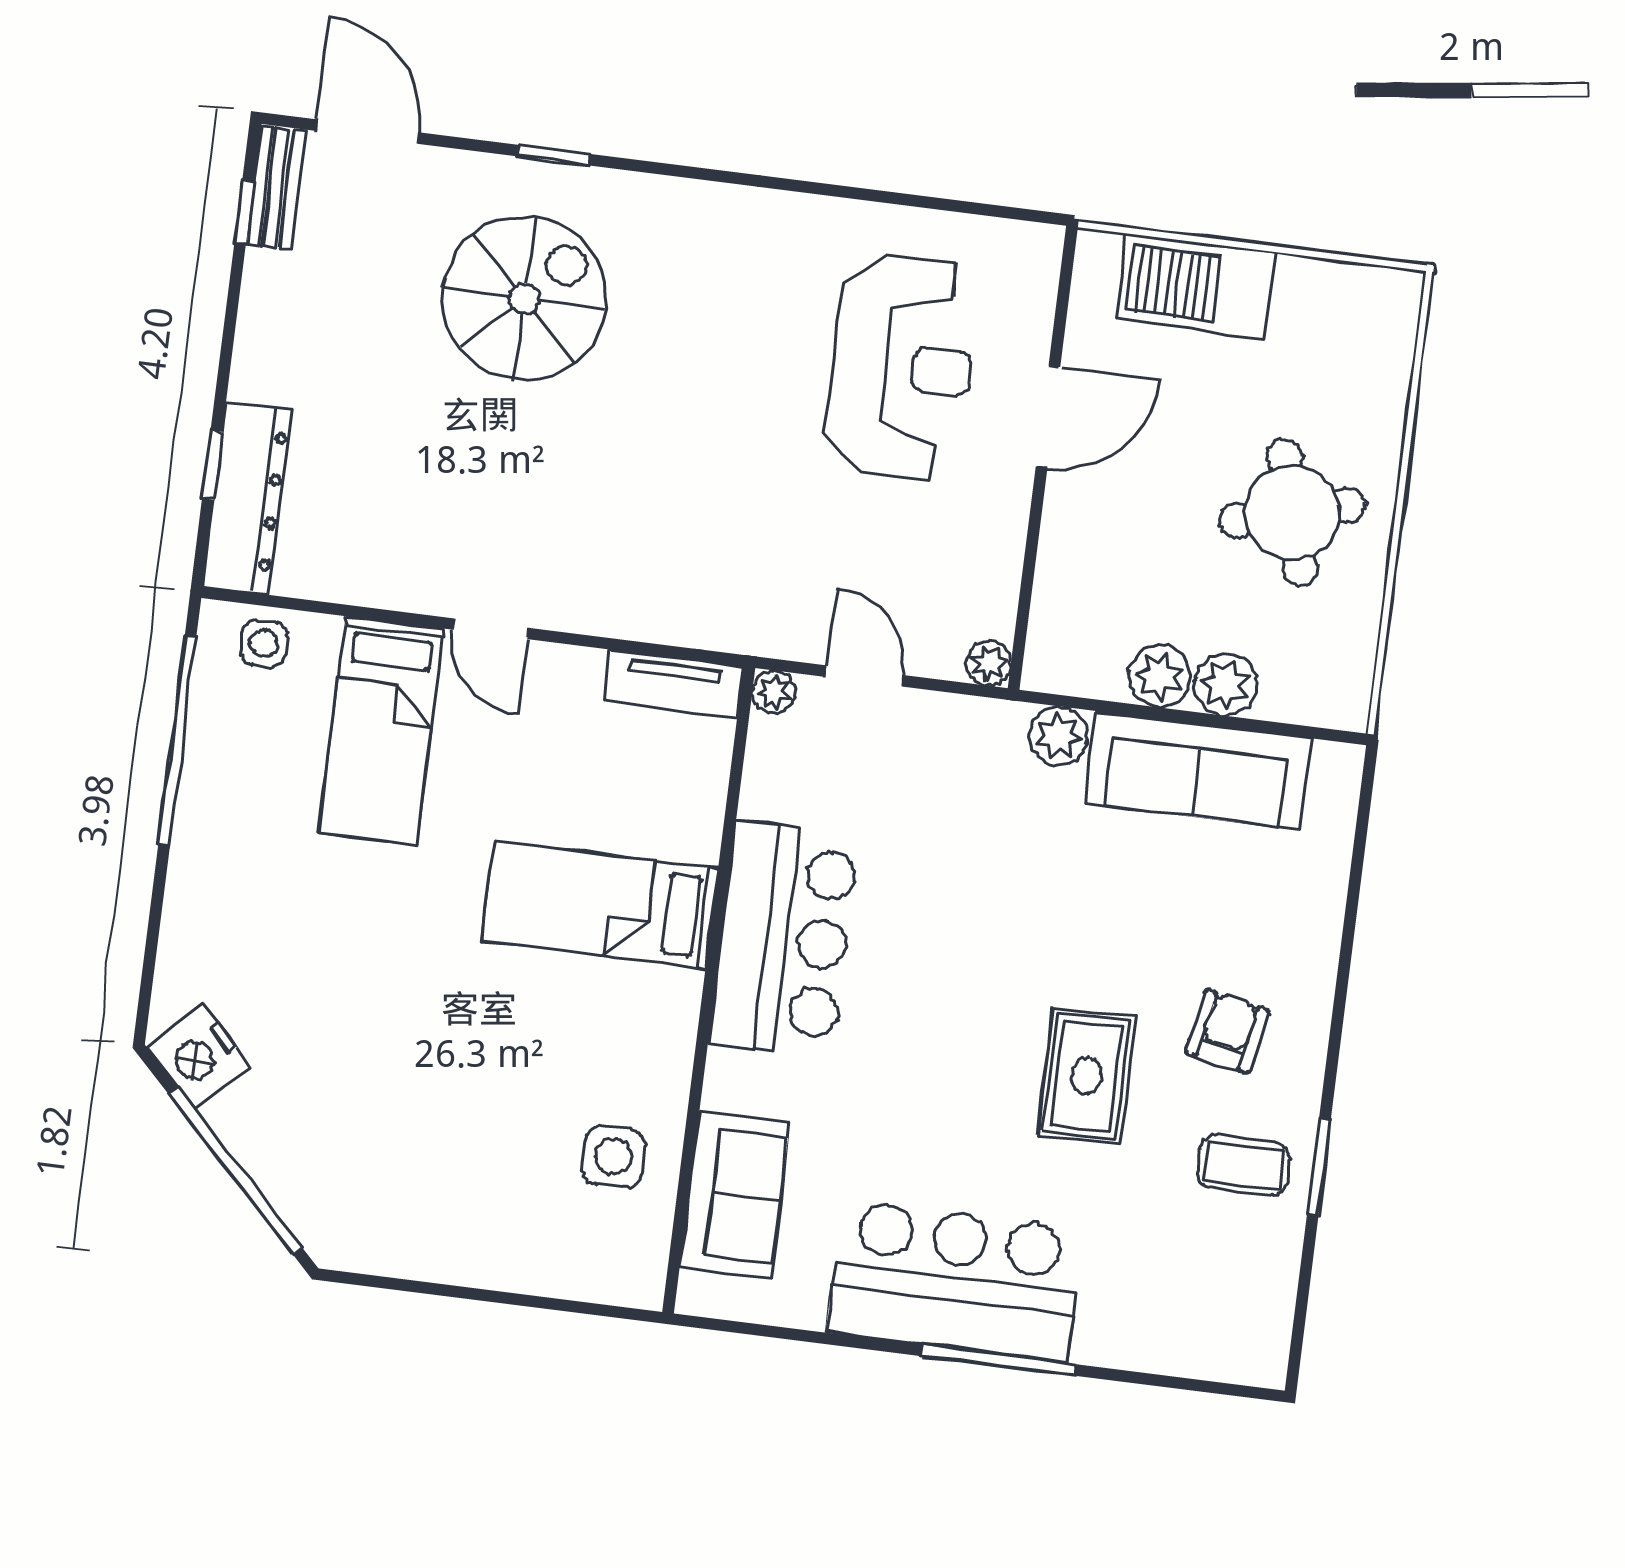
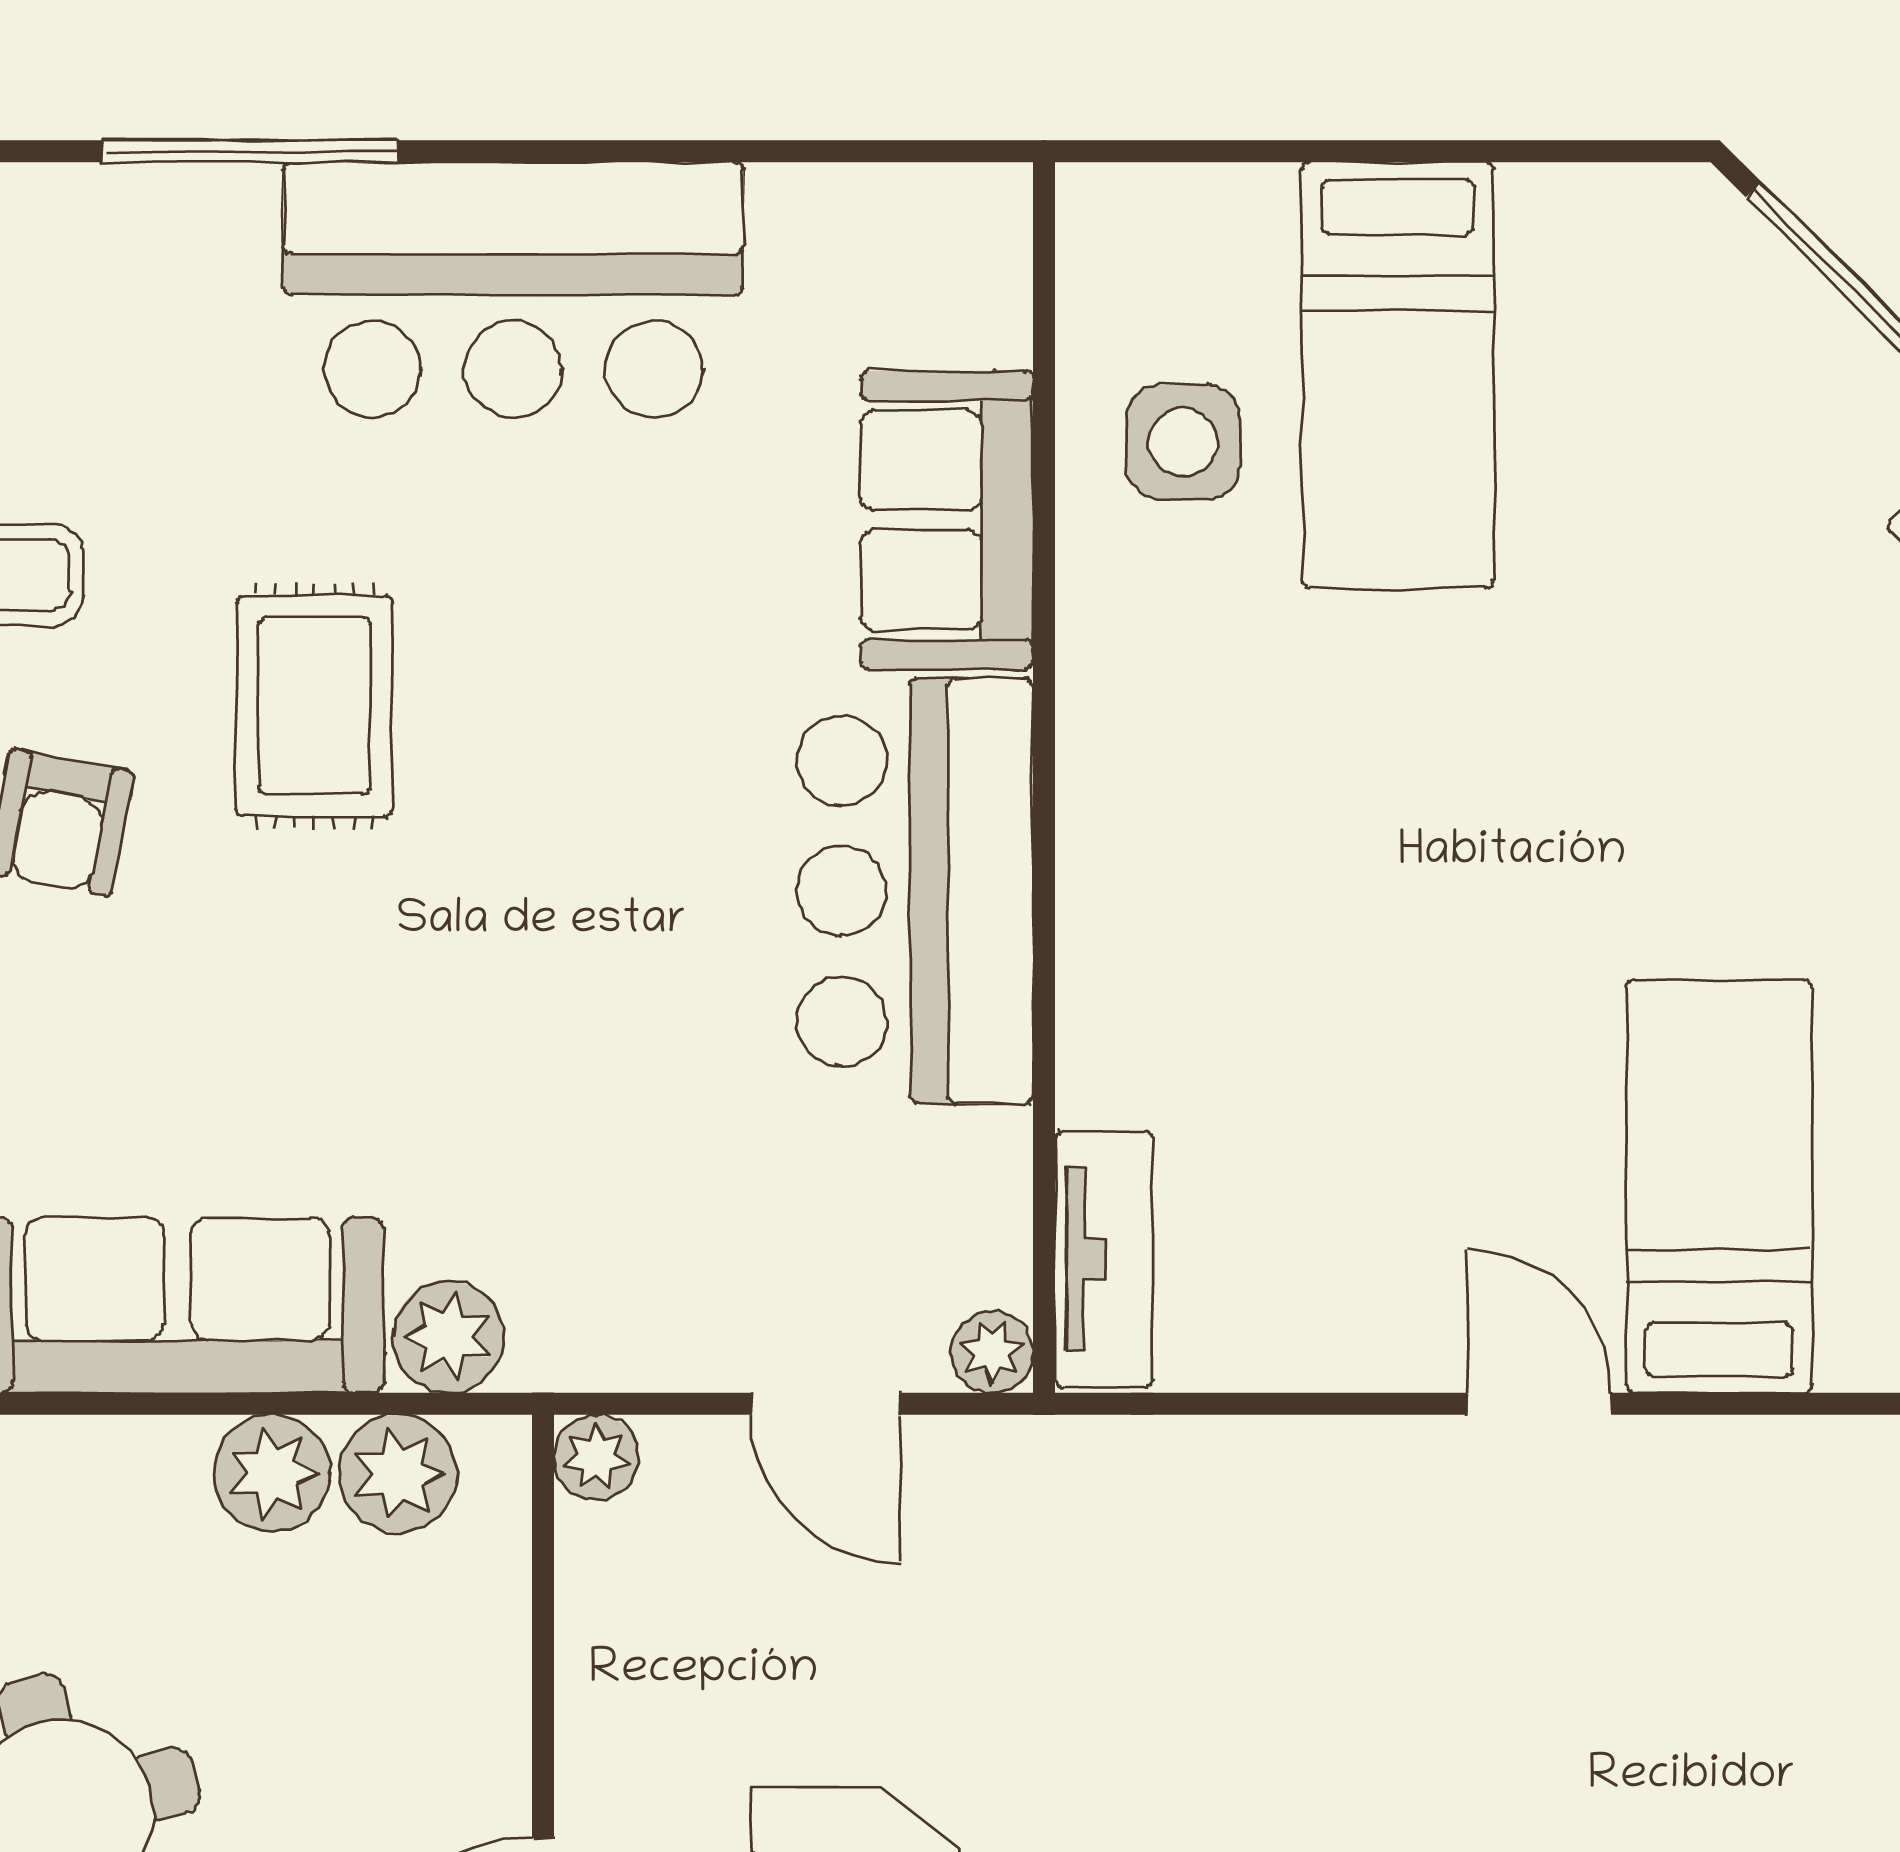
tv unit: (673, 684) -> (1104, 1259), moved, turned 90
plant: (1226, 684) -> (398, 1473), moved
bed: (600, 905) -> (1398, 375), moved, turned 90
sofa: (735, 1195) -> (947, 520), moved
window: (999, 1360) -> (250, 151), moved

